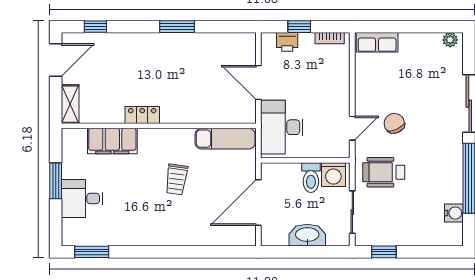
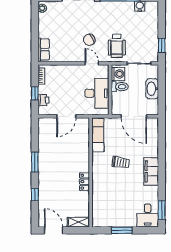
window: (95, 27) -> (35, 195), moved
desk: (282, 127) -> (97, 93), moved, turned -90
filing cabinet: (112, 141) -> (151, 171), moved, turned 180
desk: (82, 198) -> (148, 216), moved

